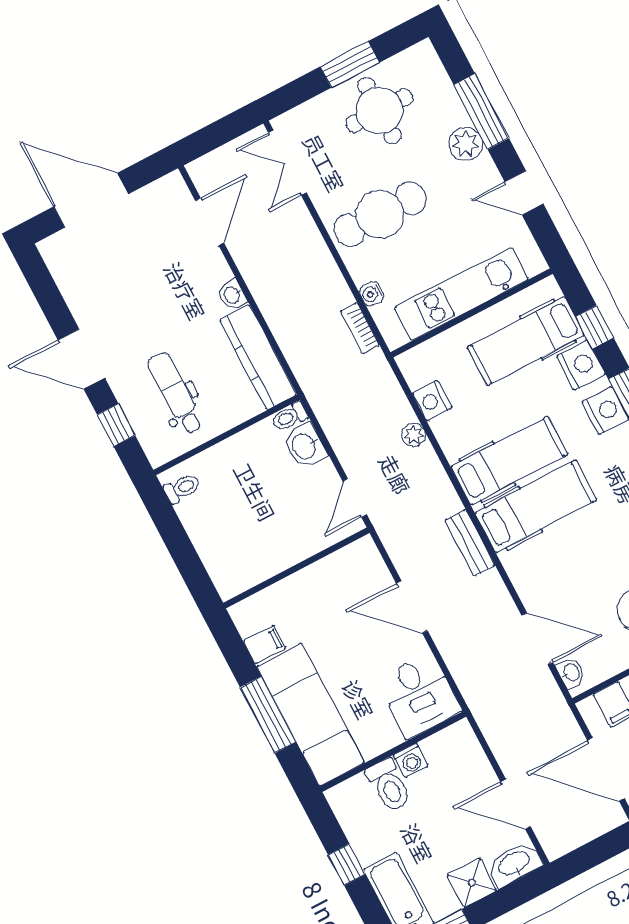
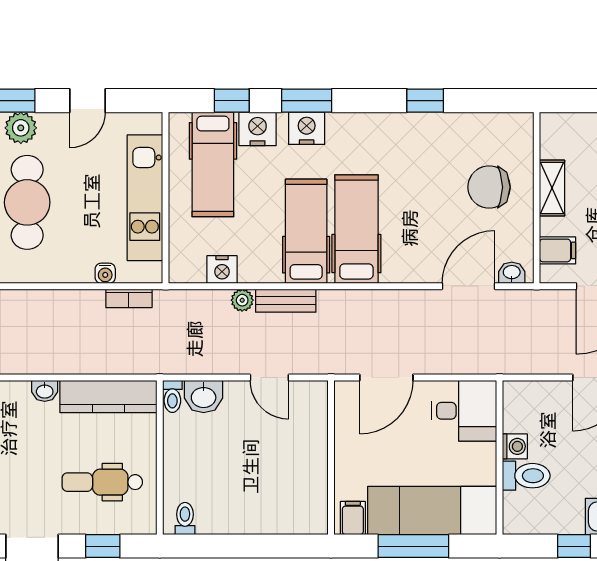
cafe table: (380, 214) -> (27, 202), moved
bench: (470, 543) -> (286, 301), moved
wall: (296, 568) -> (331, 458), moved

